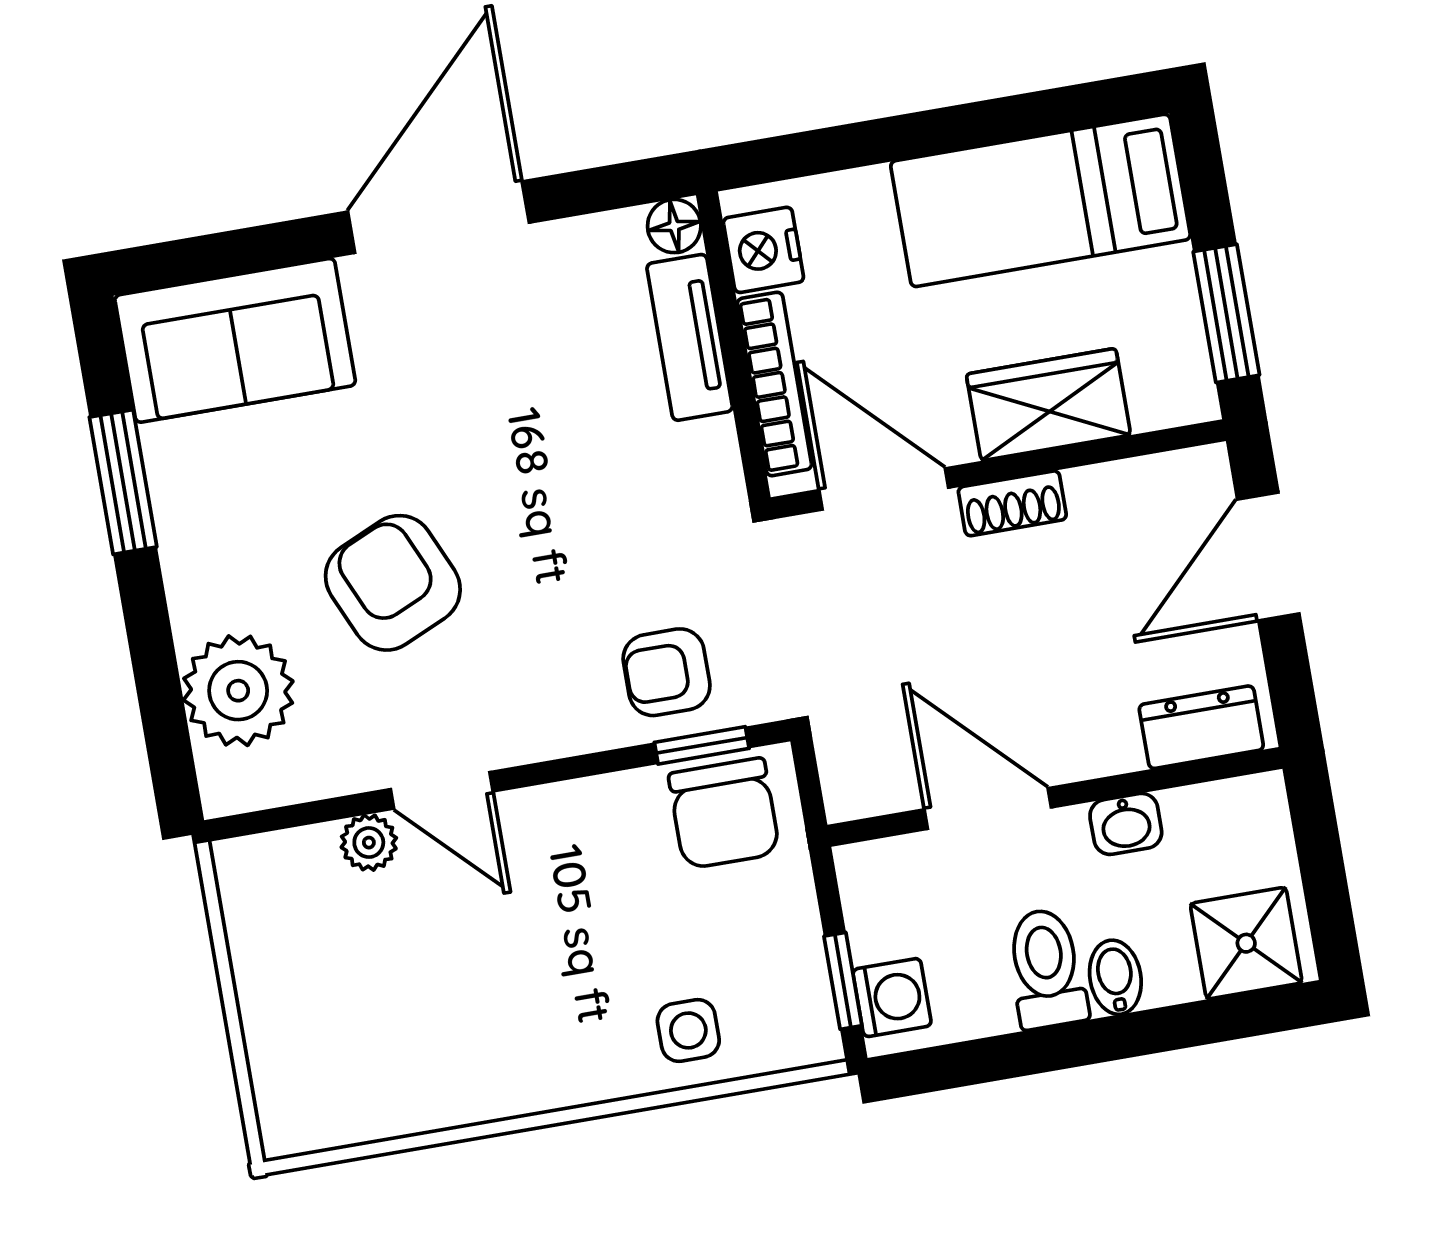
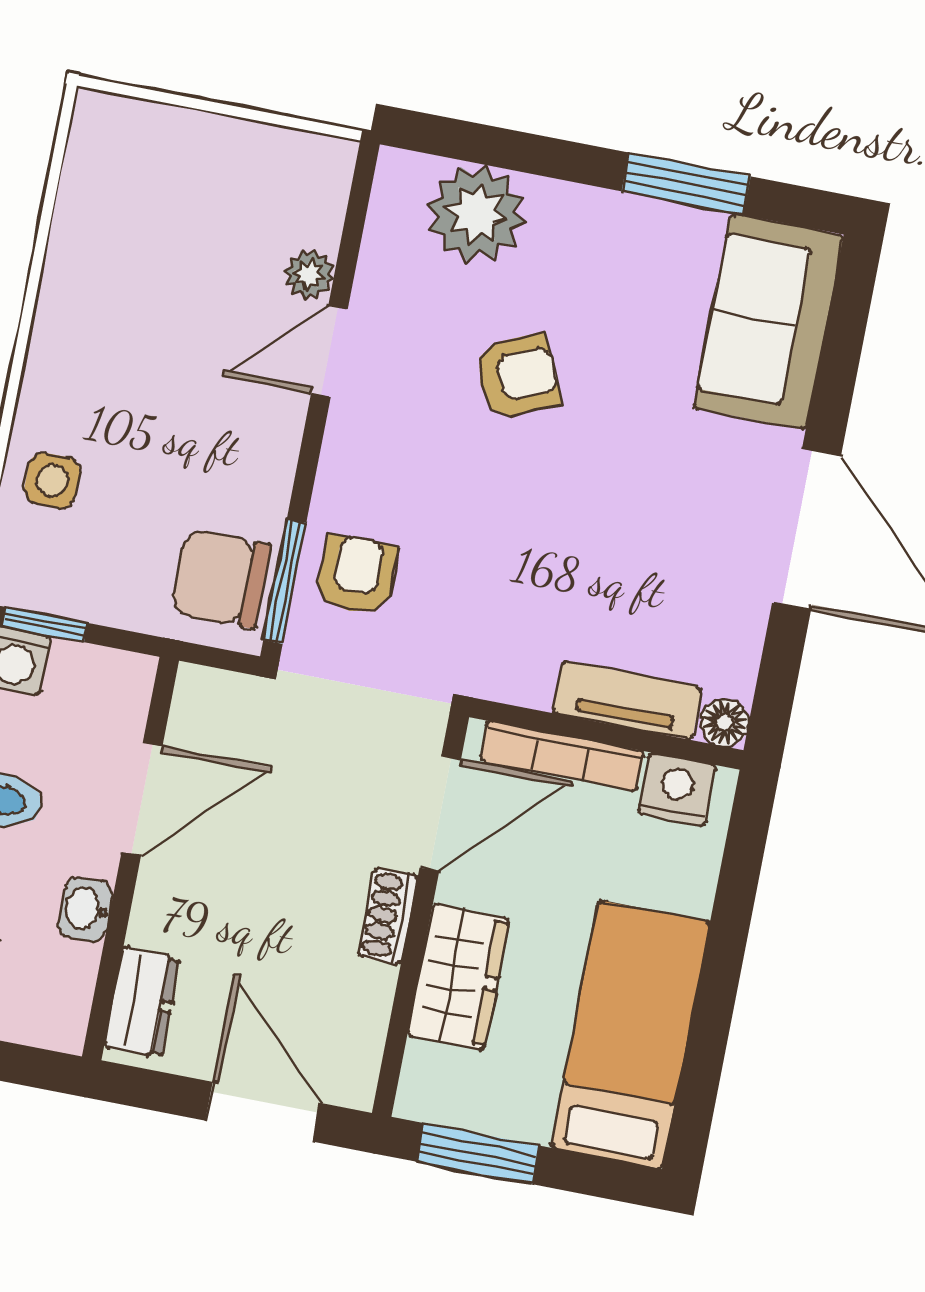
armchair: (393, 583) -> (517, 376), width x0.72, depth x0.72
window: (702, 745) -> (285, 581), width x1.50

